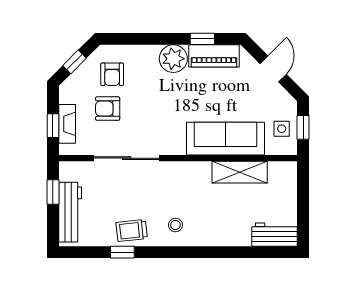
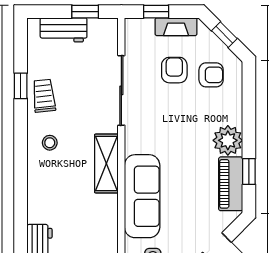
armchair: (112, 74) -> (211, 75), turned 180
fireplace: (67, 124) -> (176, 27), moved
shelving: (240, 172) -> (106, 163), moved
workbench: (70, 212) -> (64, 30), width x0.73

